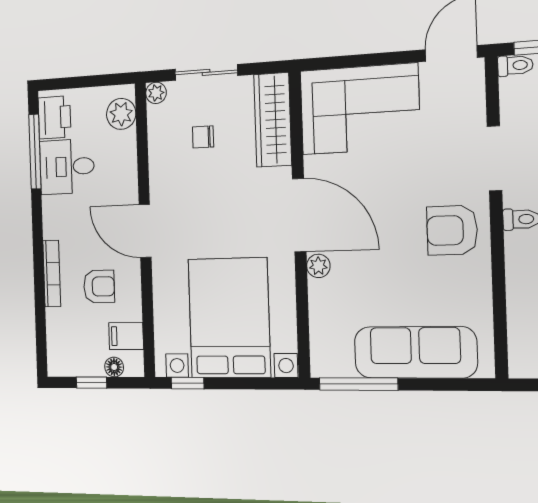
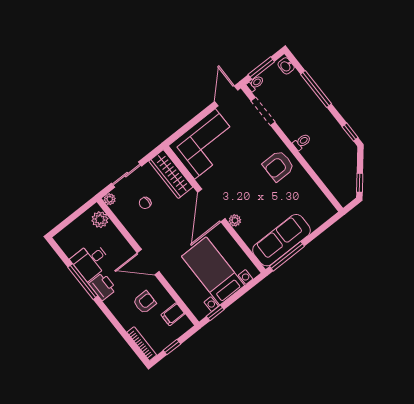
printer: (54, 117) -> (103, 286), moved
window: (35, 152) -> (83, 282), moved
doorway: (494, 158) -> (263, 111), moved
door: (299, 215) -> (211, 205), swing flipped
bookcase: (52, 274) -> (142, 344), moved
bed with nightstands: (229, 318) -> (213, 271), width x0.73
sofa: (415, 352) -> (281, 240), moved
floor lamp: (114, 367) -> (177, 332), removed

